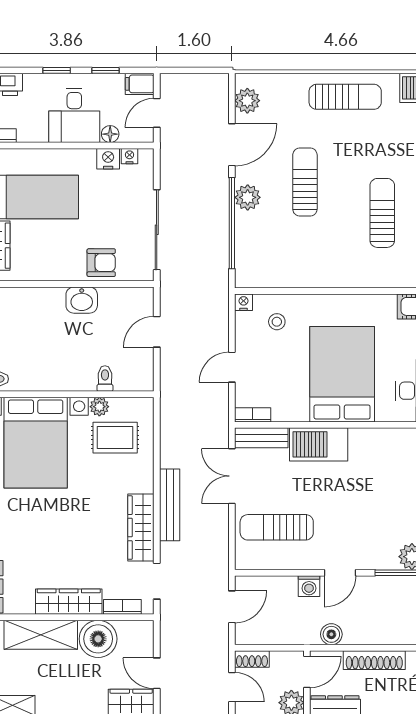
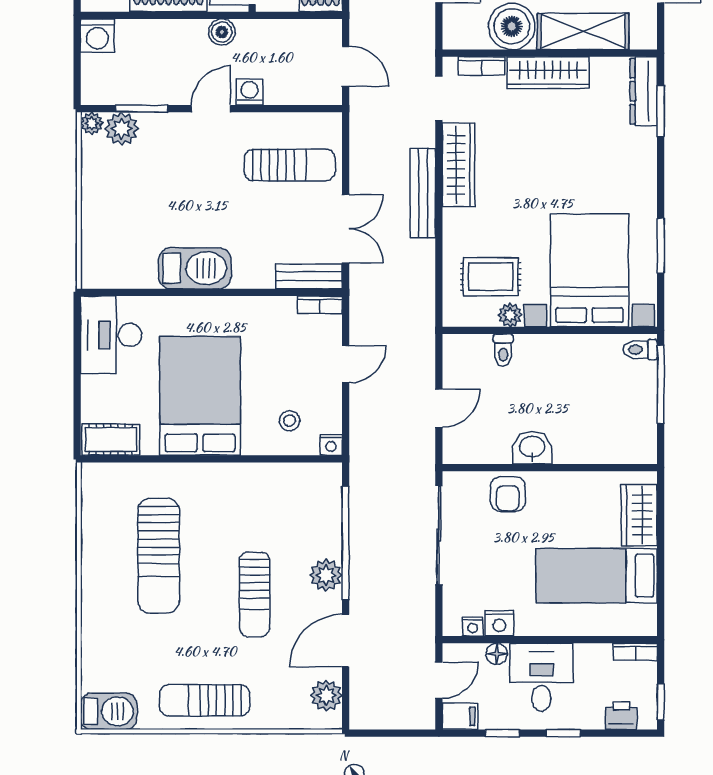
sun lounger: (382, 213) -> (159, 556), width x1.36, depth x1.34
armchair: (101, 263) -> (508, 494), turned -90
bed: (342, 374) -> (200, 396), moved, turned 180
barbecue: (319, 444) -> (195, 268), moved
door: (232, 607) -> (346, 66), swing flipped

